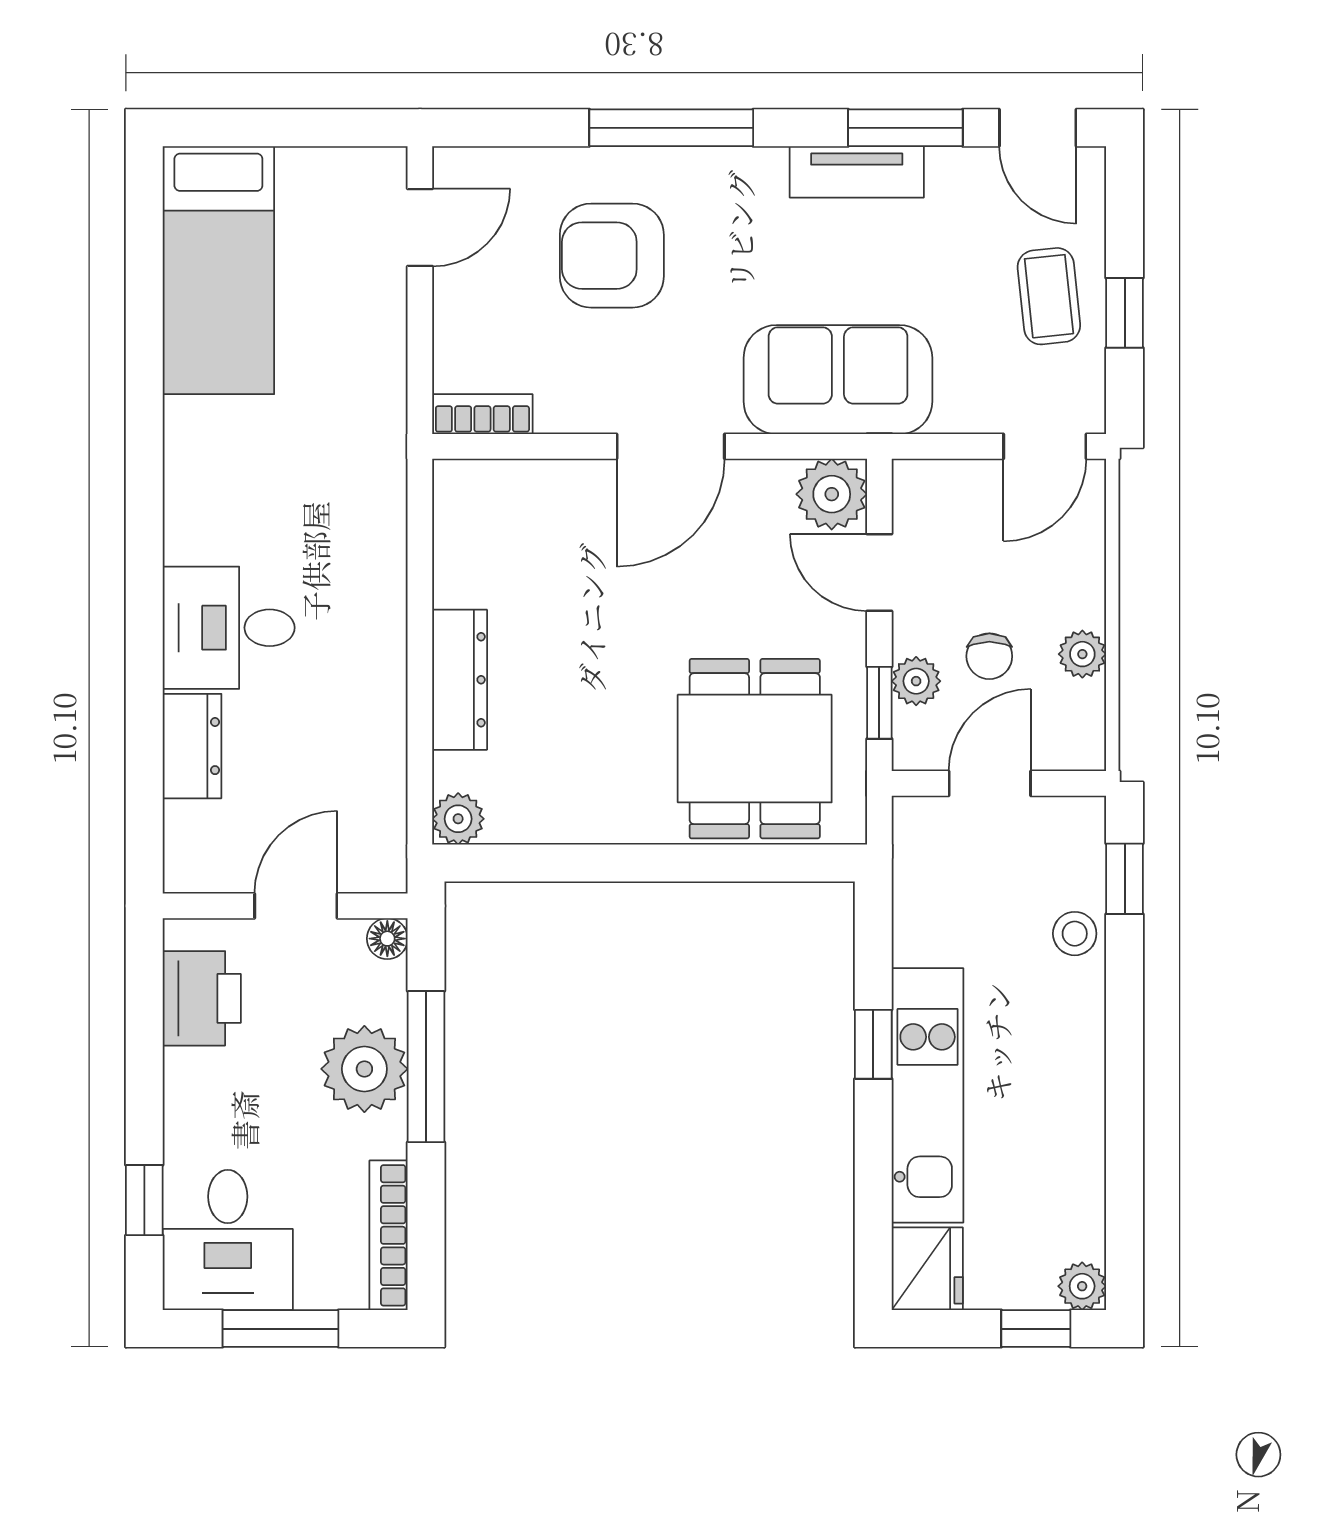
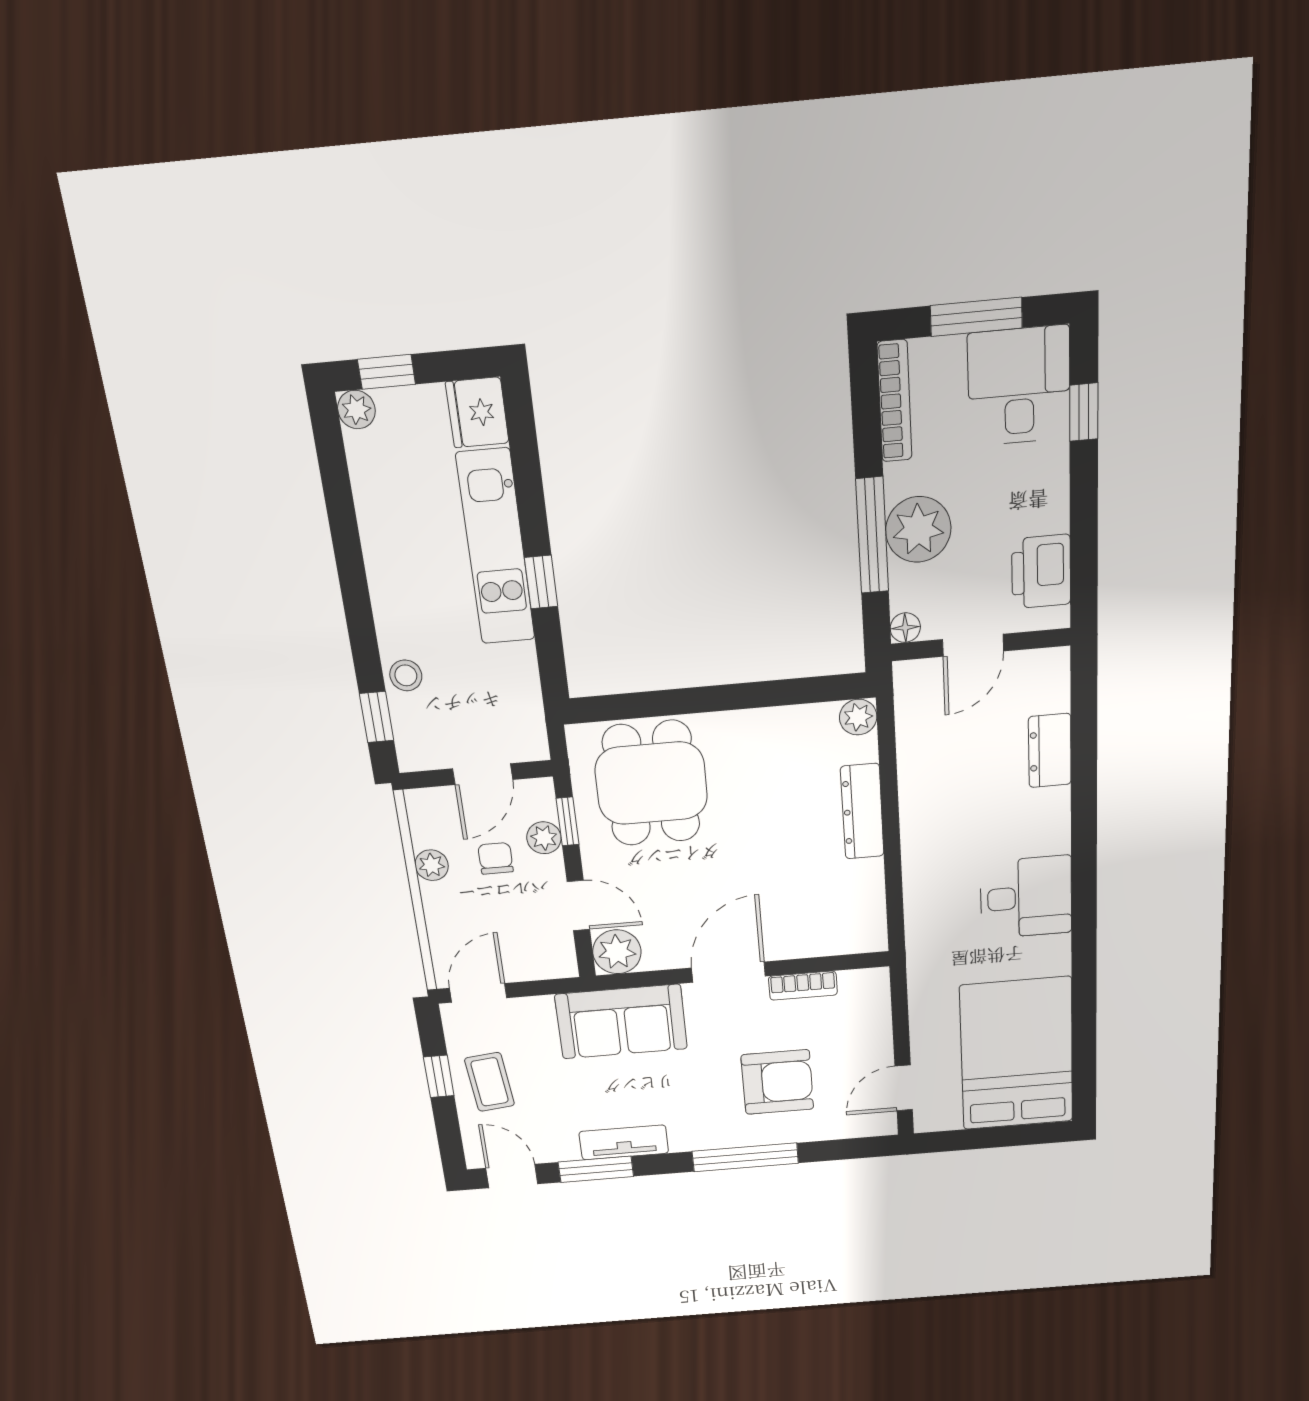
bed: (218, 270) -> (1017, 1054), width x1.50
bookcase: (482, 414) -> (803, 986), moved
desk: (229, 628) -> (1026, 897), moved

